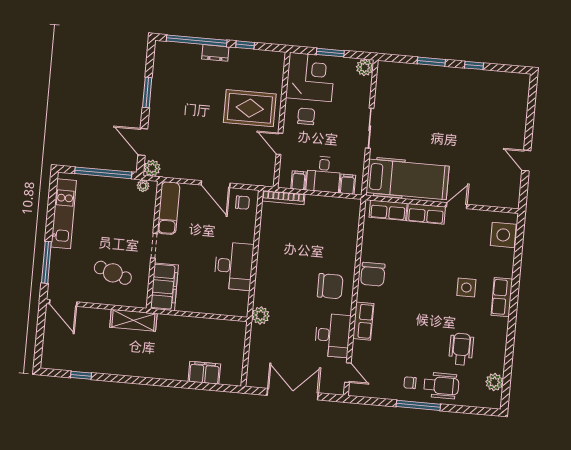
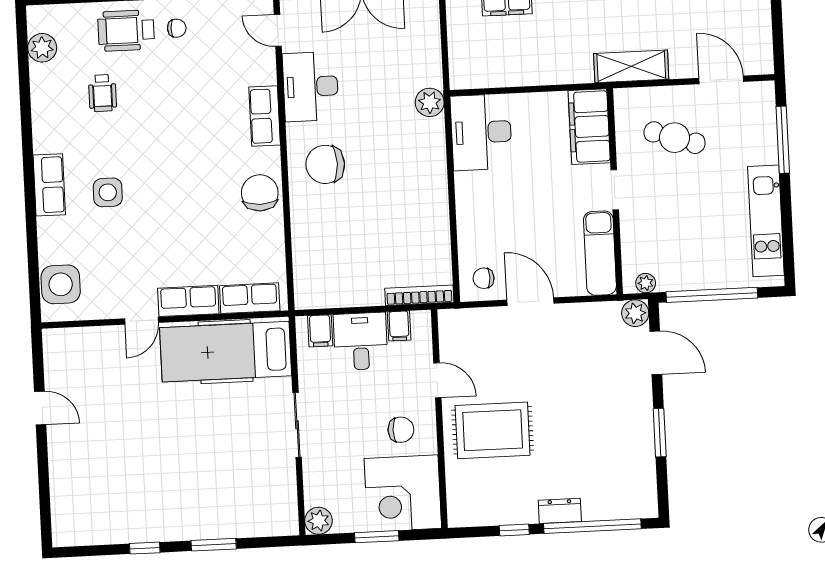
chair: (306, 116) -> (401, 430), turned -90
desk: (234, 266) -> (481, 132), moved
door: (63, 303) -> (721, 80), moved
wheelchair: (461, 349) -> (102, 93), width x0.73, depth x0.73

